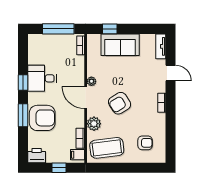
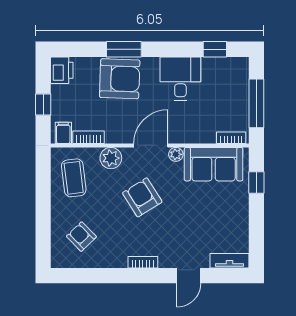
sofa: (120, 45) -> (214, 164), moved, turned -90
window: (23, 83) -> (215, 49), moved
armchair: (42, 118) -> (120, 79), turned -88
armchair: (145, 143) -> (81, 237), turned 136
coffee table: (107, 148) -> (74, 178), width x0.73, depth x0.76

